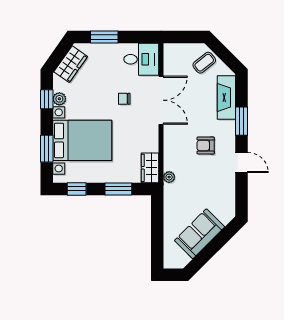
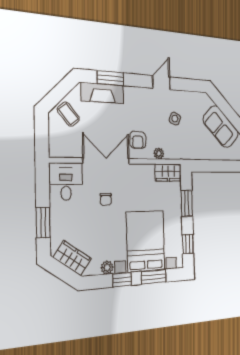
window: (47, 99) -> (122, 280), moved
window: (242, 121) -> (110, 78), moved
armchair: (206, 145) -> (138, 140), moved
plant: (169, 177) -> (159, 154), moved
side table: (205, 177) -> (175, 119), added

